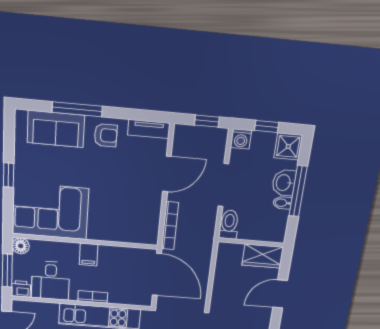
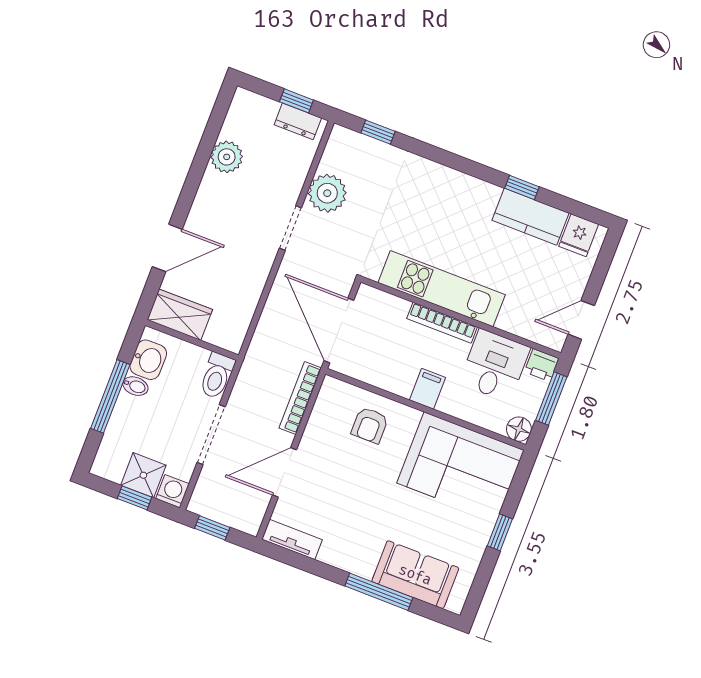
armchair: (106, 135) -> (370, 425), moved, turned -90
shower: (288, 146) -> (143, 475), moved
washbasin: (284, 183) -> (148, 360), moved
bookcase: (93, 297) -> (442, 323), width x1.56

